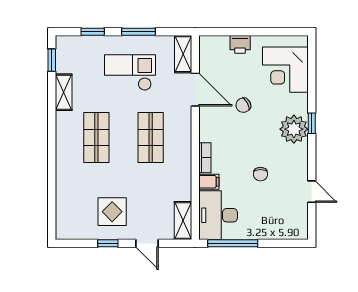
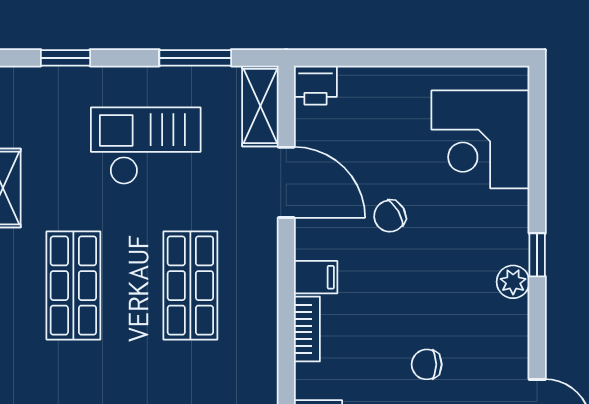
window: (139, 32) -> (195, 58), moved
printer: (240, 44) -> (315, 85), moved
plant: (294, 129) -> (513, 282), width x0.53, depth x0.53
chair: (260, 174) -> (427, 364), turned 90
filing cabinet: (209, 182) -> (316, 277), moved

